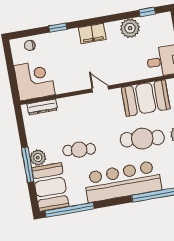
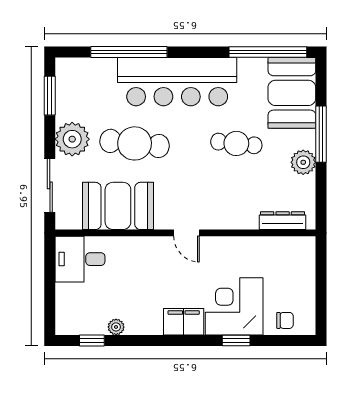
plant: (130, 28) -> (116, 327), width x0.53, depth x0.53
corner desk: (35, 80) -> (234, 306), moved, turned 90
plant: (38, 158) -> (303, 162), moved

